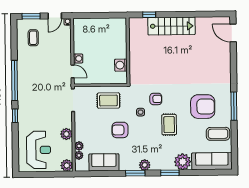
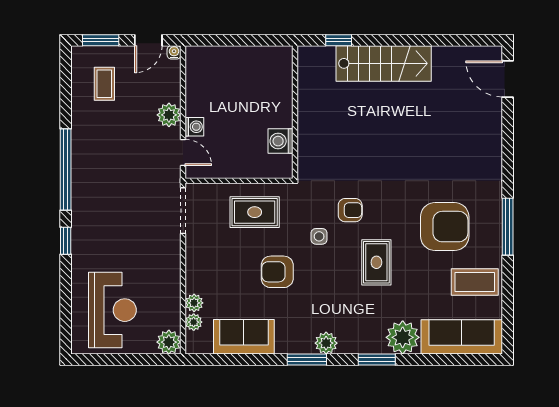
plant: (66, 134) -> (169, 115), moved

